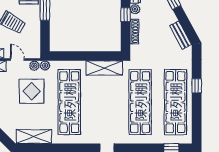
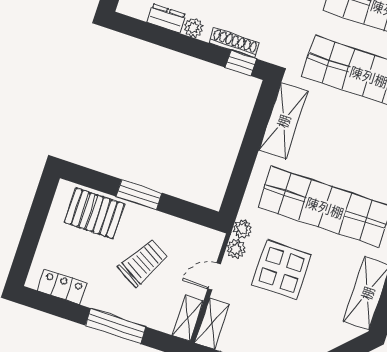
window: (125, 15) -> (241, 63), moved

